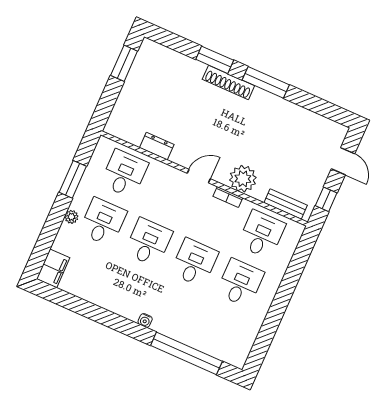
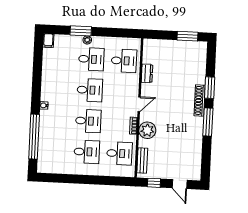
door: (343, 161) -> (180, 184), hinge flipped
door: (199, 176) -> (139, 104), hinge flipped
window: (73, 179) -> (81, 31), moved
filing cabinet: (53, 268) -> (48, 41), width x0.50

